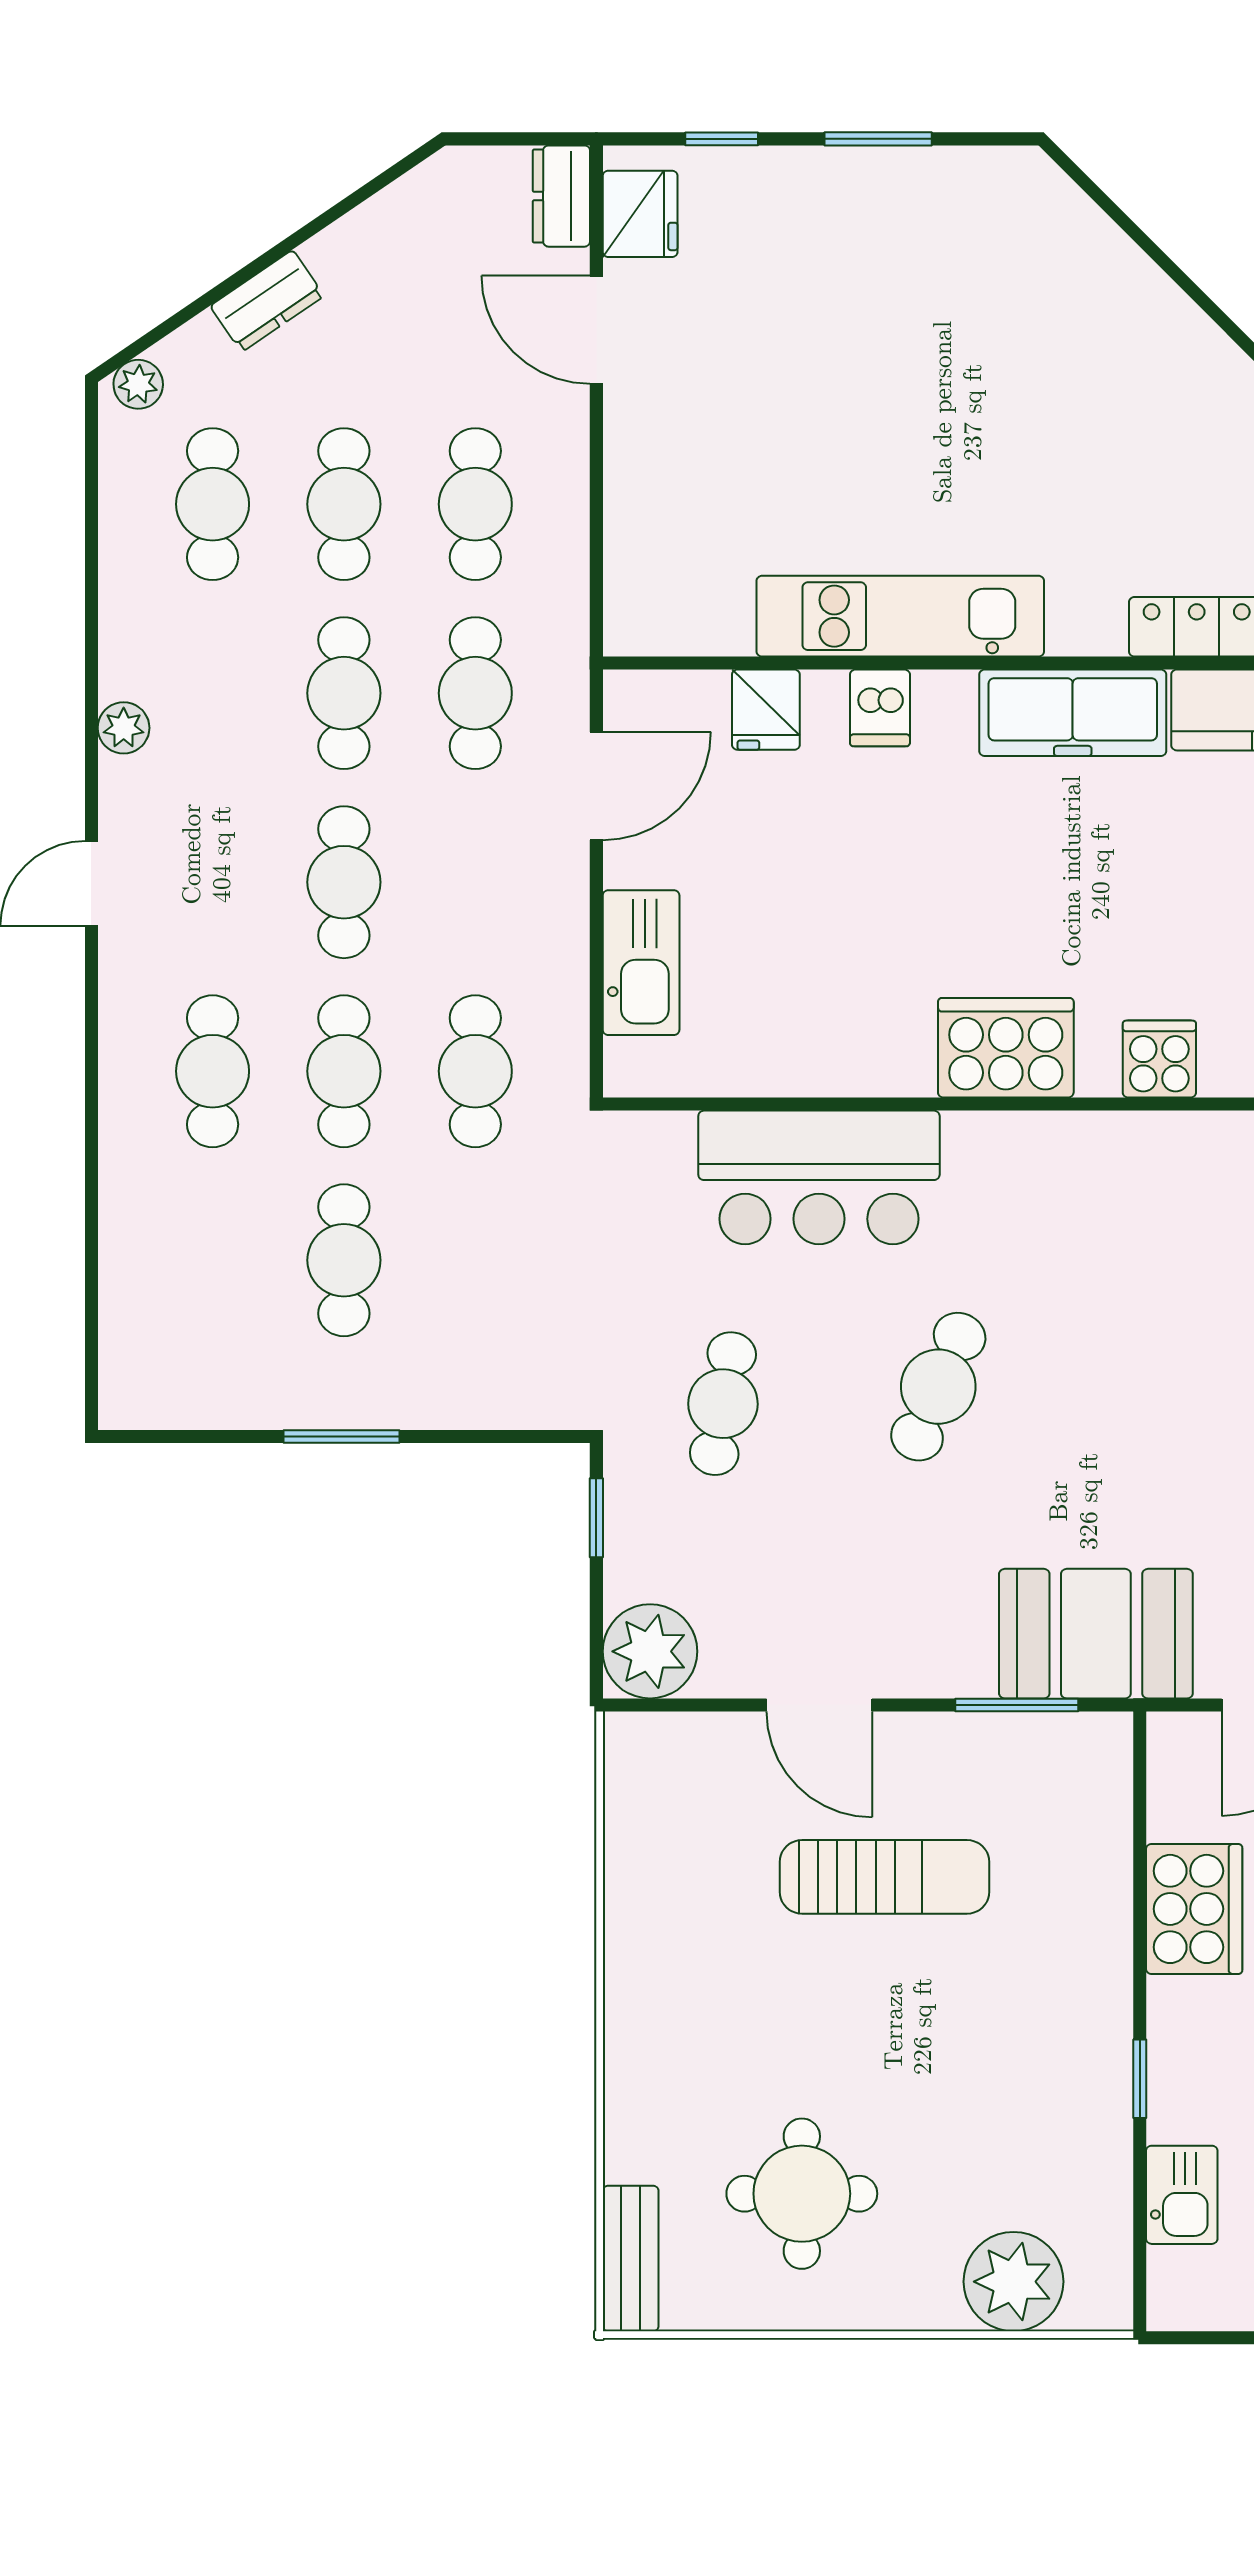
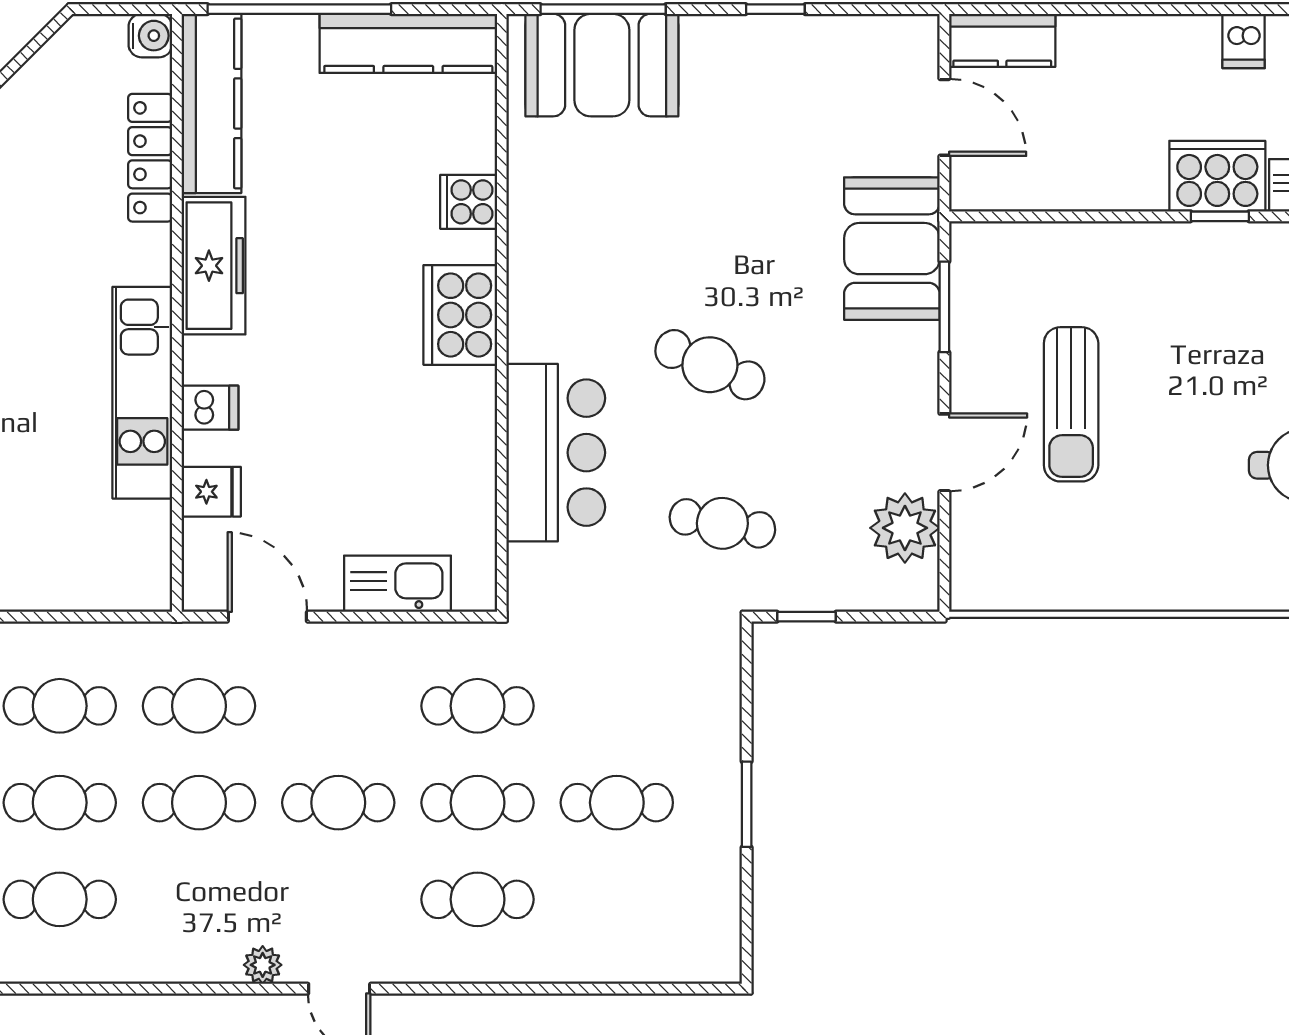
plant: (124, 728) -> (263, 965), moved
plant: (650, 1651) -> (905, 528), moved
sun lounger: (885, 1877) -> (1071, 404), turned 180
cooker: (1194, 1909) -> (1217, 176), moved

